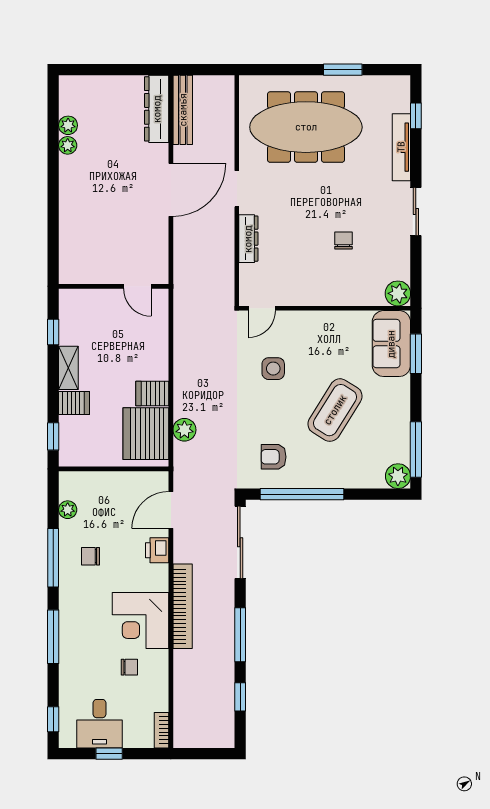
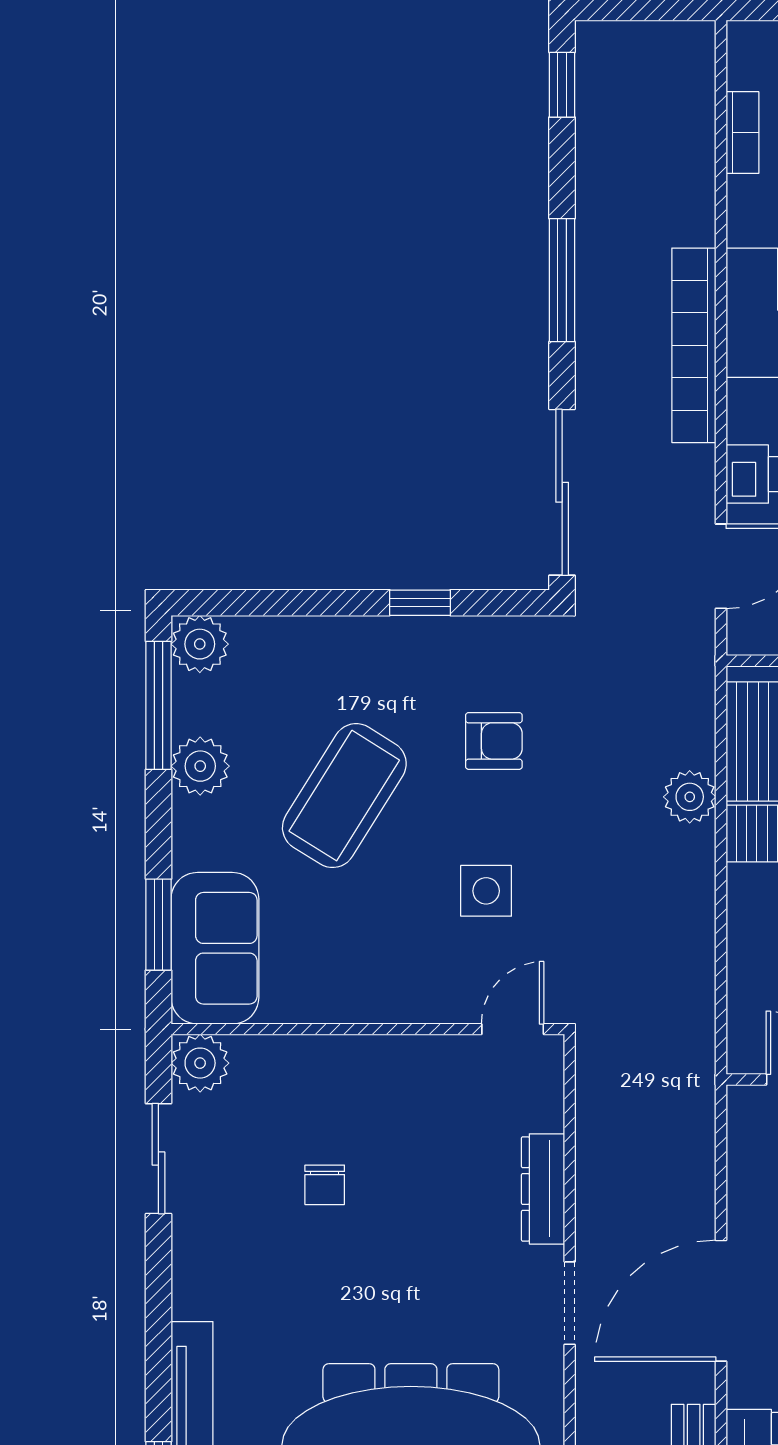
sliding door: (416, 211) -> (158, 1159), moved
plant: (398, 423) -> (200, 766), added
plant: (184, 430) -> (690, 797), moved
armchair: (274, 457) -> (494, 741), moved
window: (302, 494) -> (420, 603), width x0.32
window: (240, 697) -> (562, 85), moved
bookcase: (161, 730) -> (742, 133), moved

